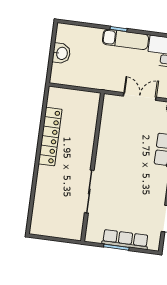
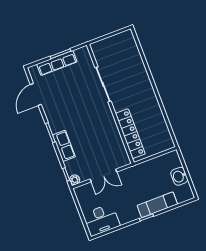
exam couch: (126, 39) -> (157, 205), moved
locker: (50, 137) -> (130, 134), moved, turned 180

